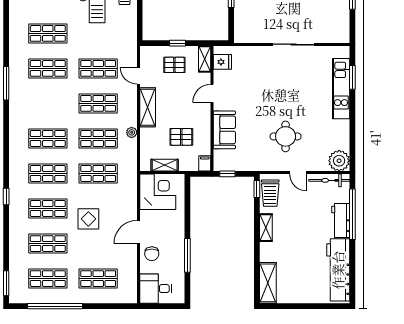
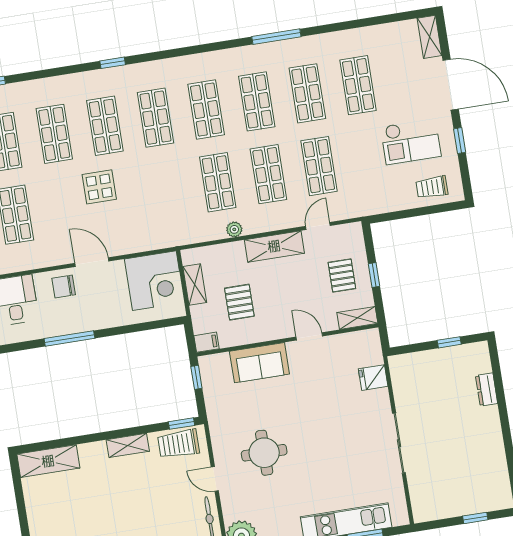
fridge: (222, 62) -> (373, 378), moved, turned 90
shop shelf: (98, 173) -> (257, 101), moved
door: (298, 173) -> (215, 479), hinge flipped

